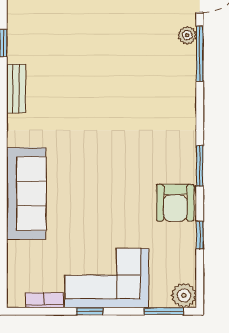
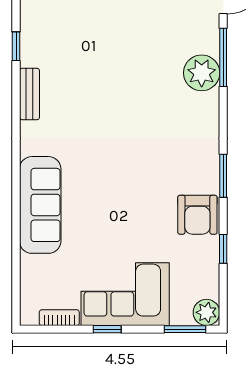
plant: (187, 35) -> (202, 73), moved, width x1.88, depth x1.88

